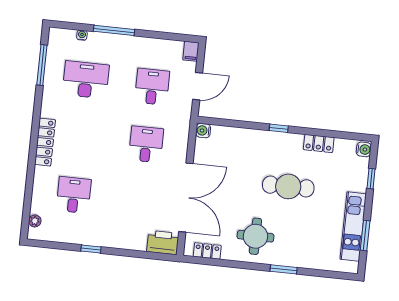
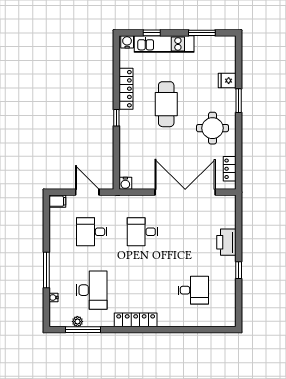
desk: (86, 80) -> (92, 290), turned 180
locker: (45, 142) -> (136, 320), moved
locker: (319, 143) -> (126, 89), width x1.53
desk: (74, 195) -> (193, 290), turned 180
plant: (35, 221) -> (77, 322), moved
kitchen unit: (353, 227) -> (164, 44), moved
printer: (163, 243) -> (226, 242), moved
fridge: (308, 259) -> (227, 81), added

